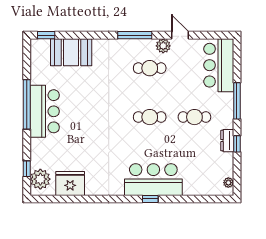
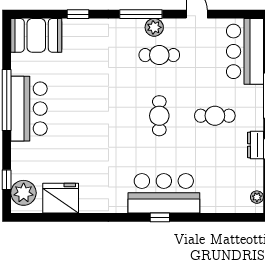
window: (46, 35) -> (78, 14), moved
plant: (163, 46) -> (154, 27), moved
booth: (71, 52) -> (36, 35), moved
cafe table: (150, 117) -> (159, 116), turned 90

